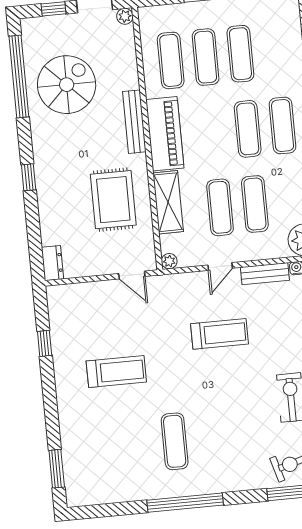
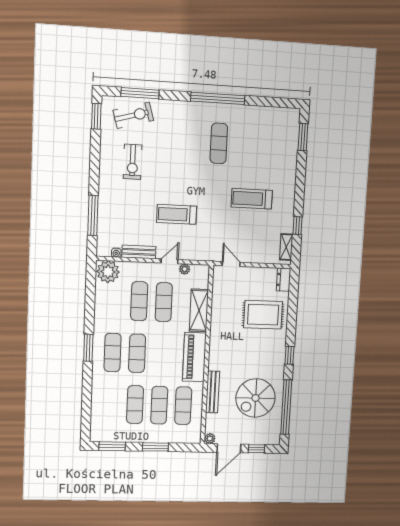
bench: (134, 122) -> (213, 392), moved
window: (29, 177) -> (289, 355), moved
rug: (113, 200) -> (263, 315), moved, turned 90
plant: (169, 261) -> (185, 269), moved
shelving: (56, 310) -> (286, 247), added

